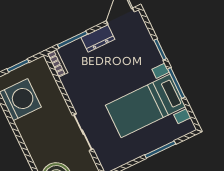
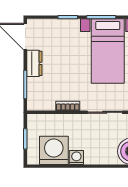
bookcase: (57, 63) -> (68, 106), moved
washing machine: (24, 126) -> (76, 158), added

